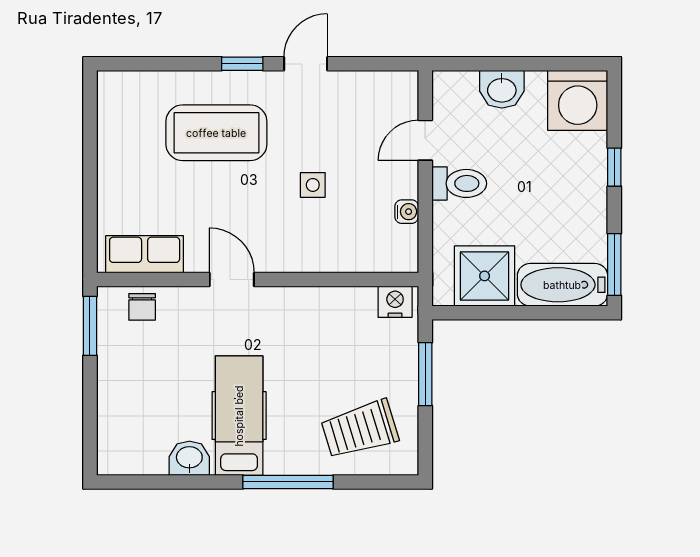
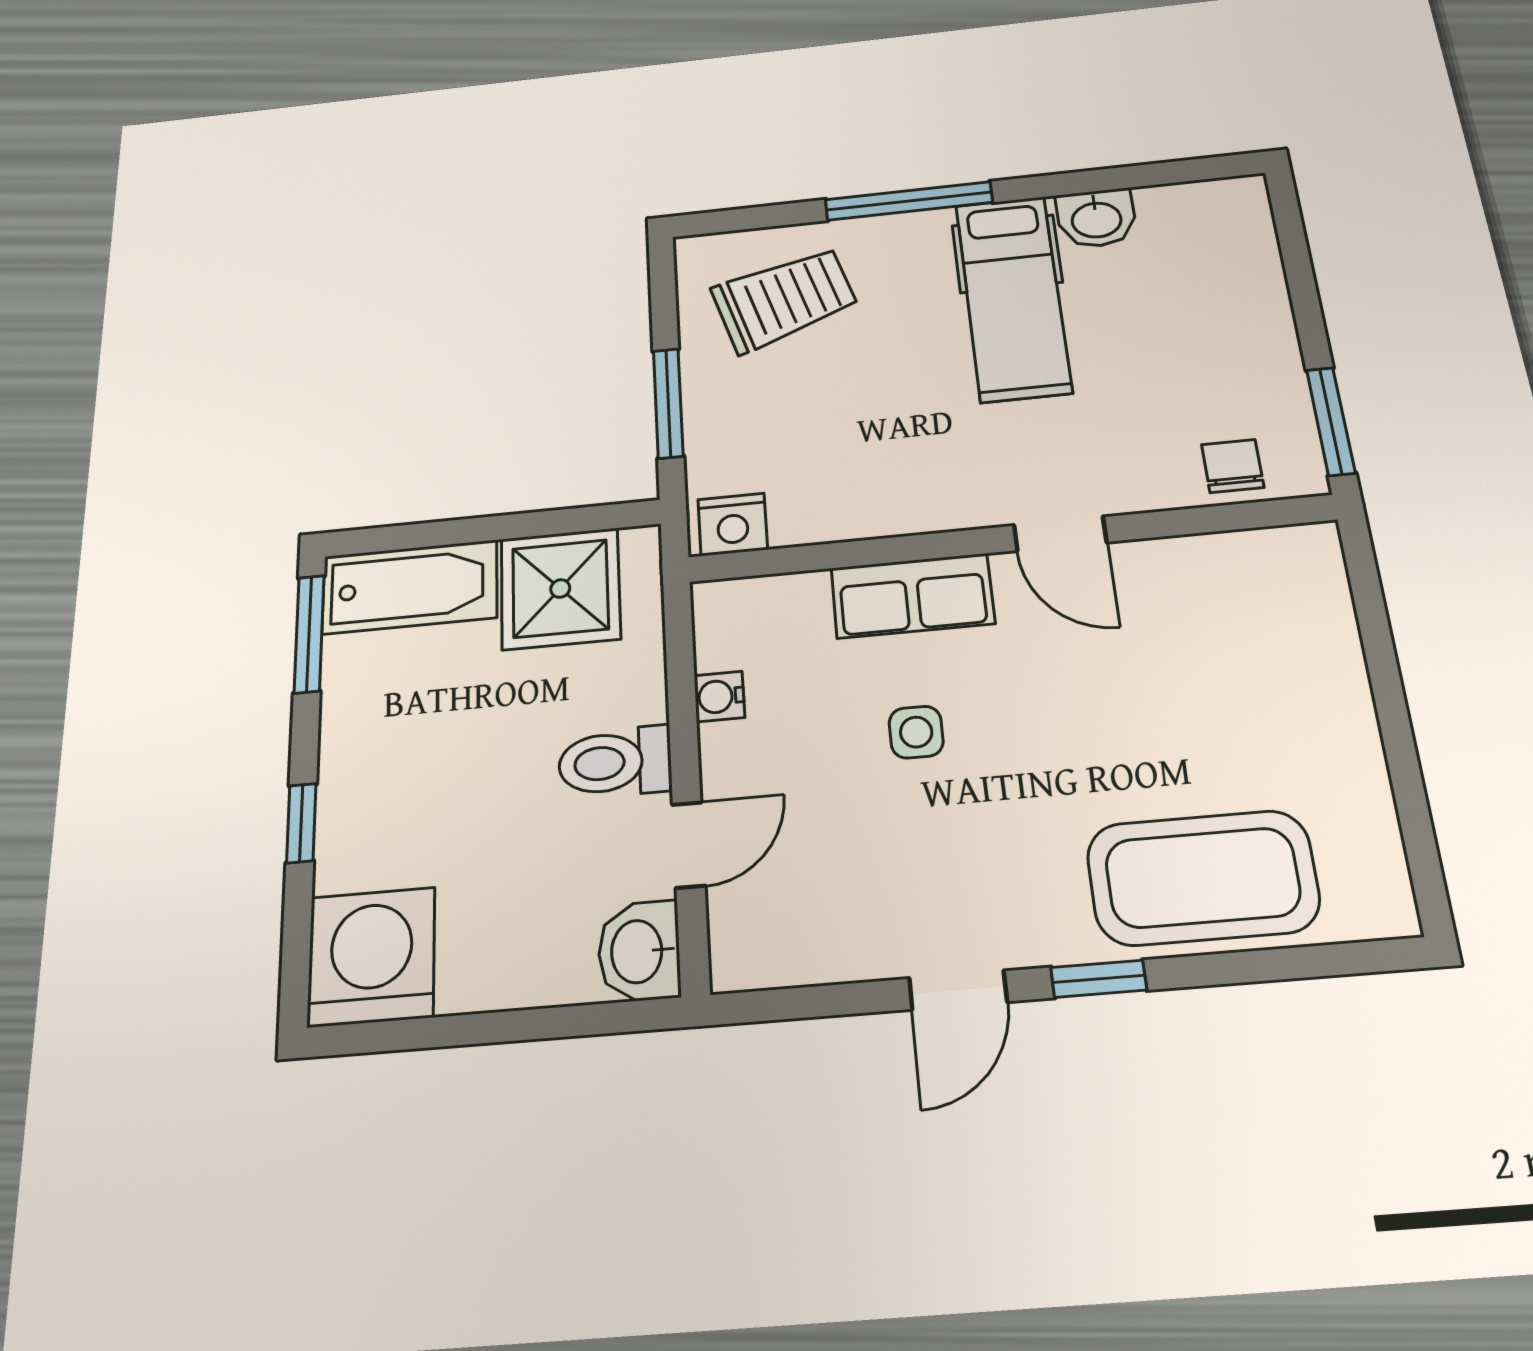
washbasin: (502, 89) -> (639, 951), moved, turned -90
coffee table: (216, 133) -> (1203, 878), moved
row of seats: (145, 254) -> (912, 596), moved

